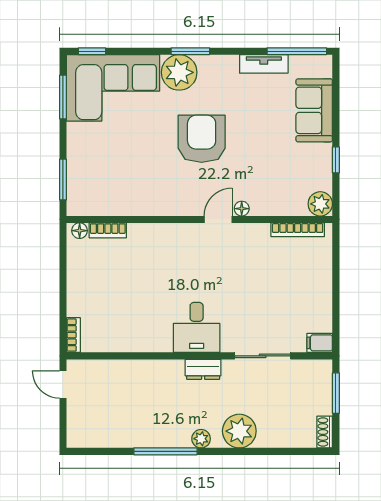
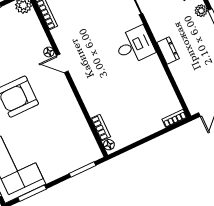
dresser: (203, 369) -> (168, 50), moved

